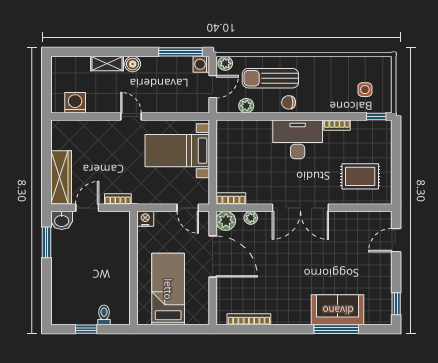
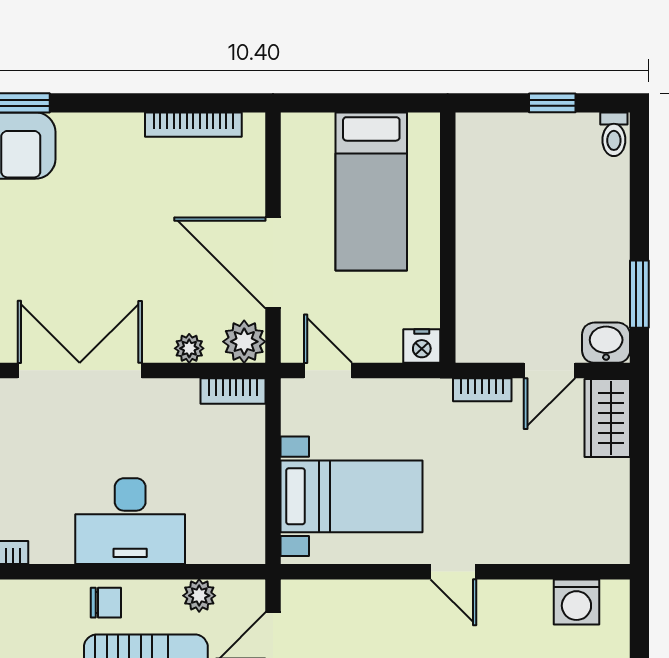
desk: (298, 139) -> (130, 521), moved
wardrobe: (61, 177) -> (607, 418), width x0.67
toilet: (104, 315) -> (614, 134), moved

